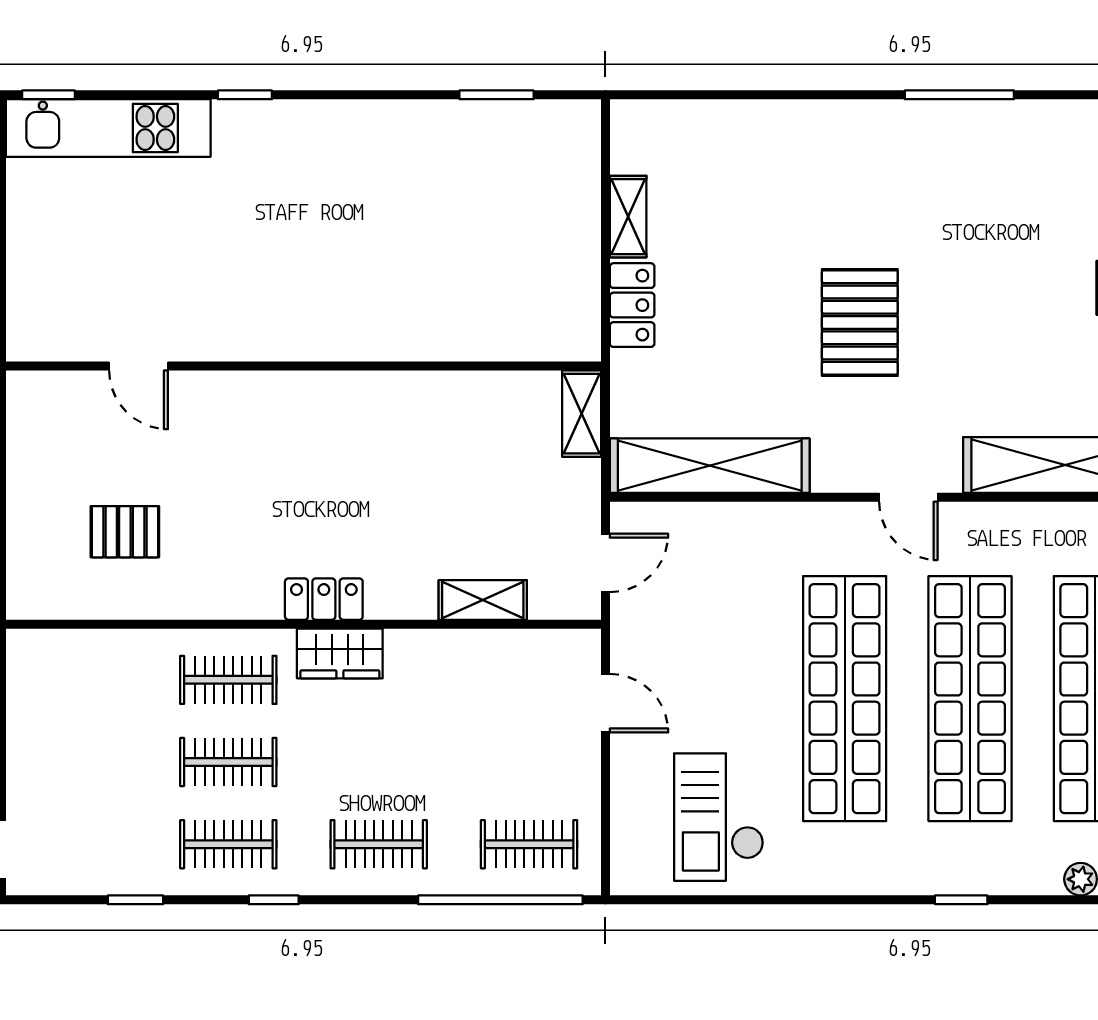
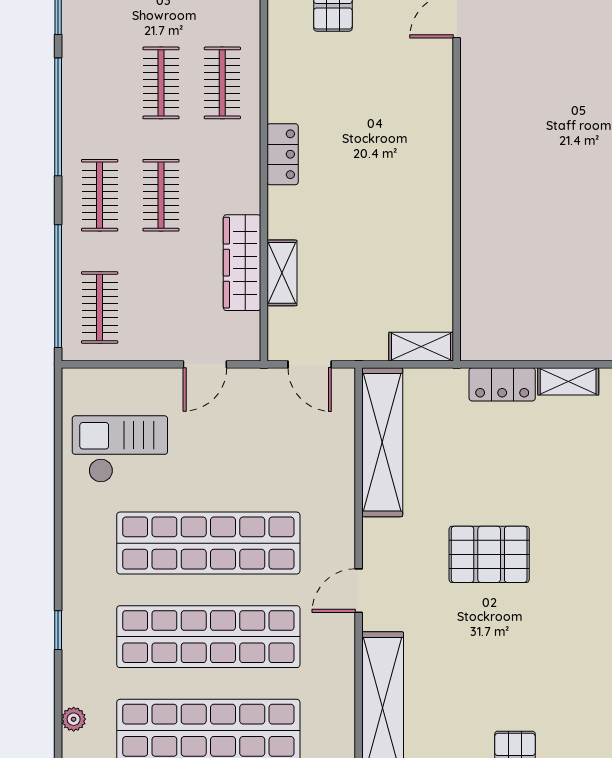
wardrobe: (340, 653) -> (242, 263), moved, width x1.50
clothes rail: (228, 844) -> (161, 195), moved
window: (274, 900) -> (58, 117), width x3.17

